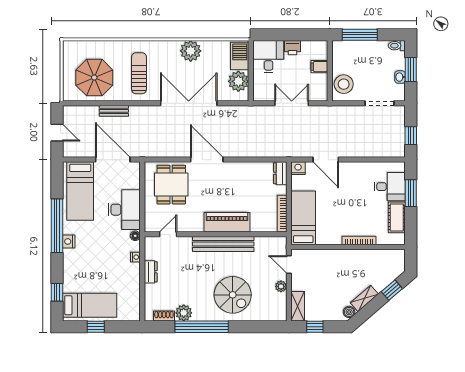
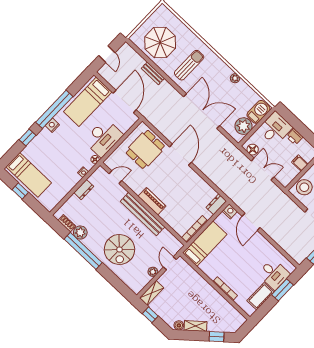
plant: (191, 51) -> (235, 78), width x0.53, depth x0.53
floor lamp: (266, 94) -> (253, 150), added
piano: (227, 222) -> (152, 201), width x0.73, depth x0.75
window: (57, 292) -> (27, 137), moved

